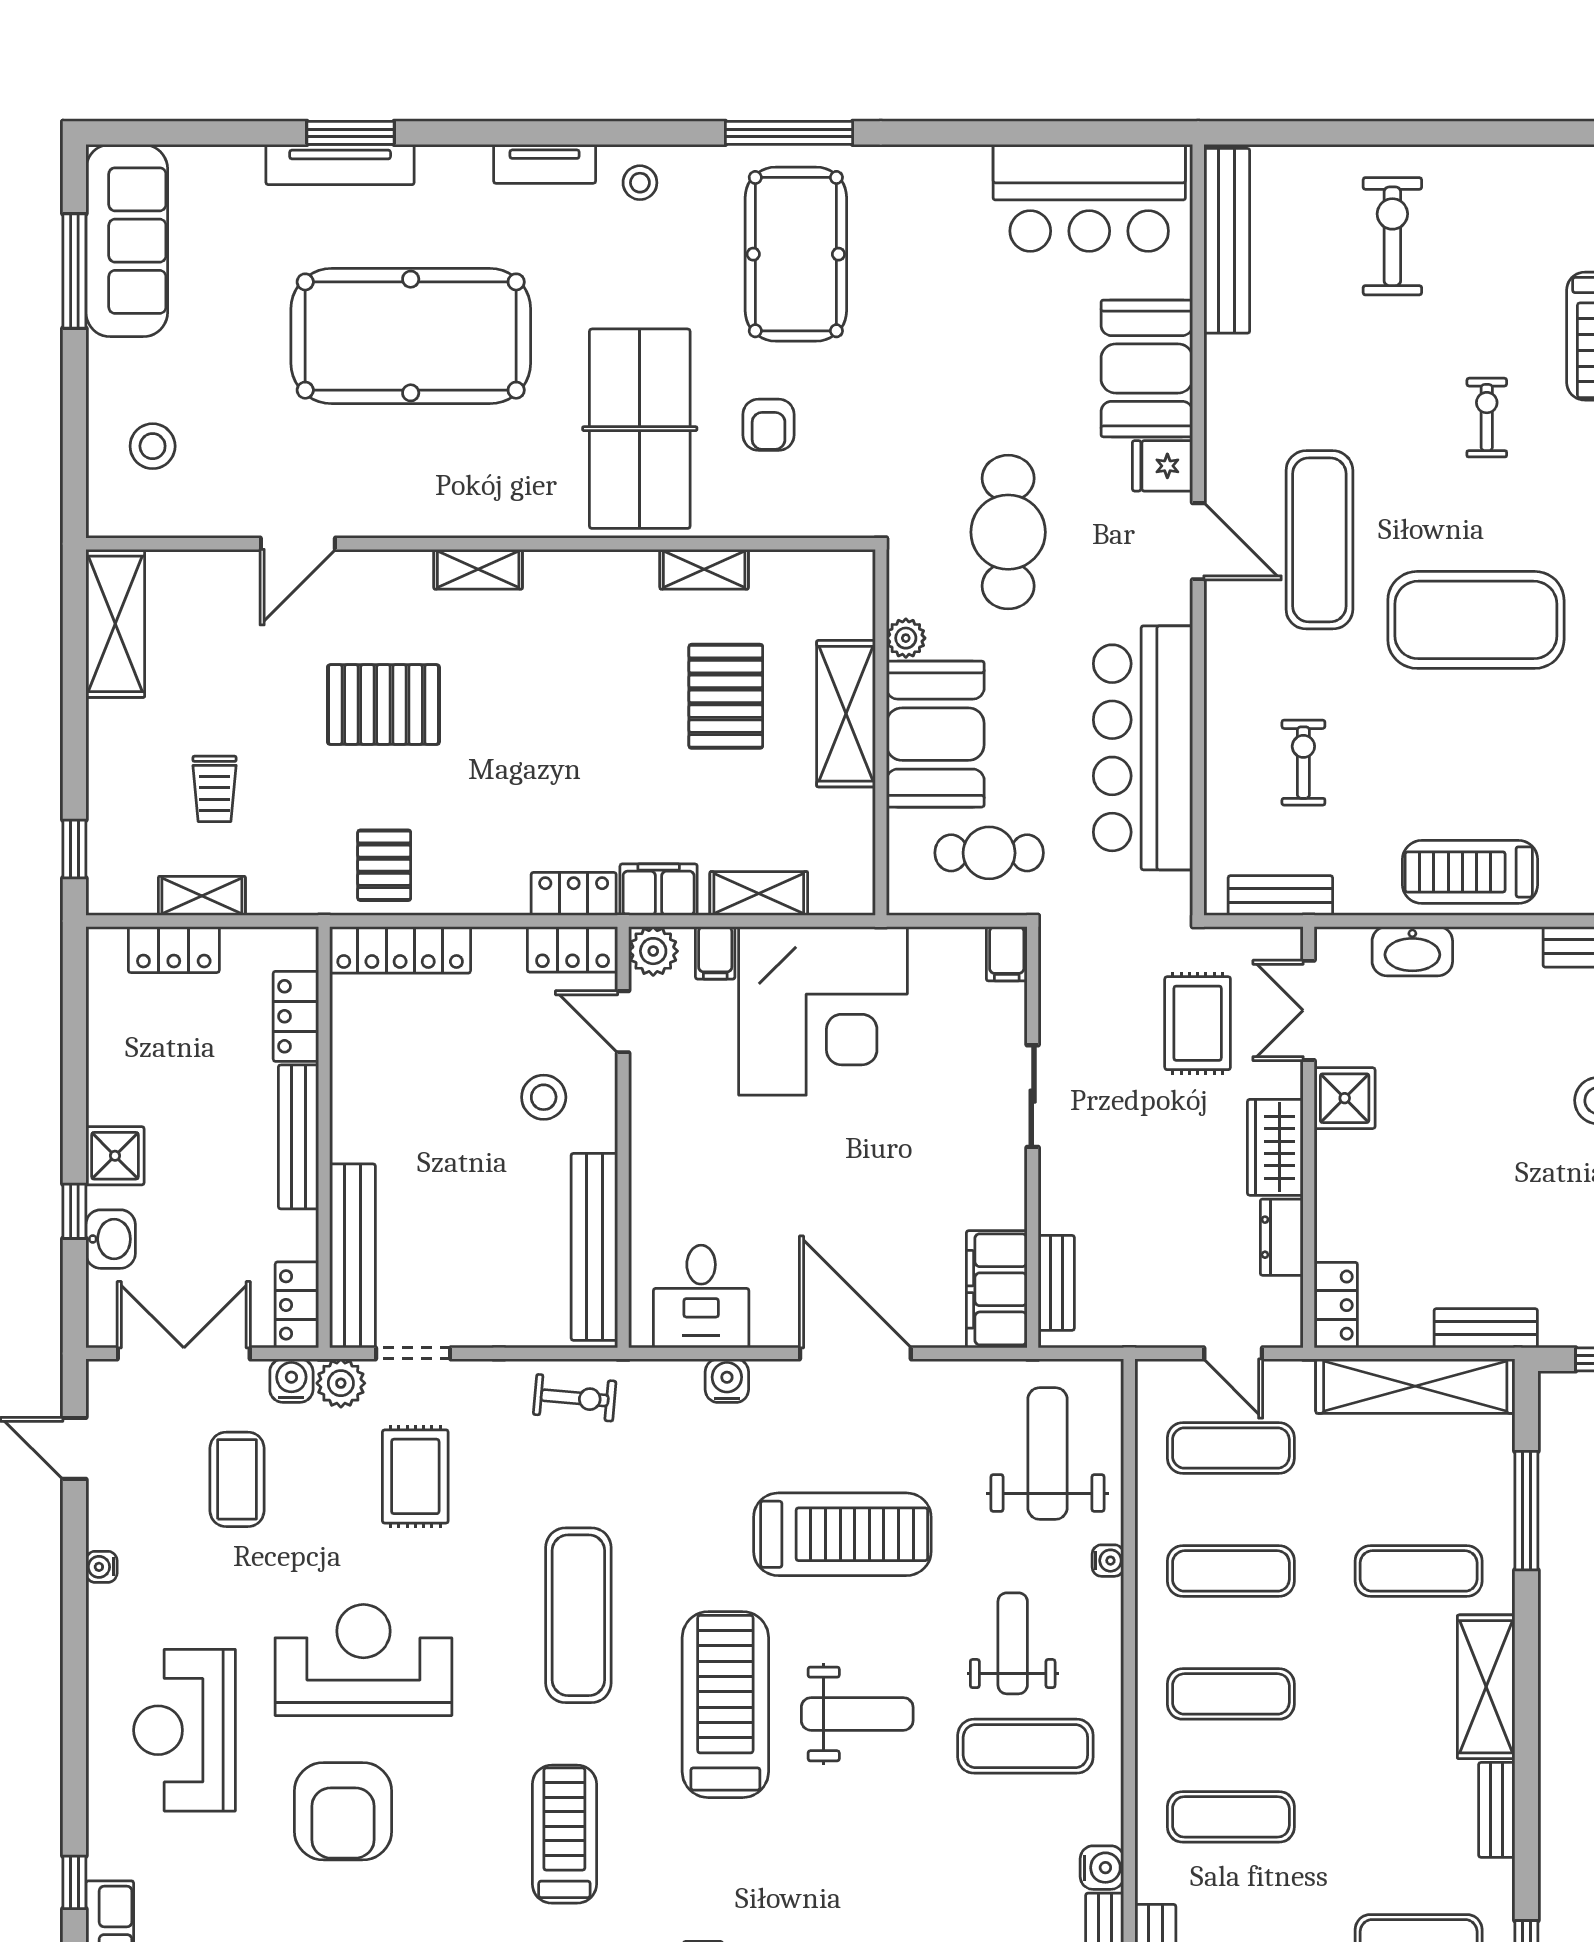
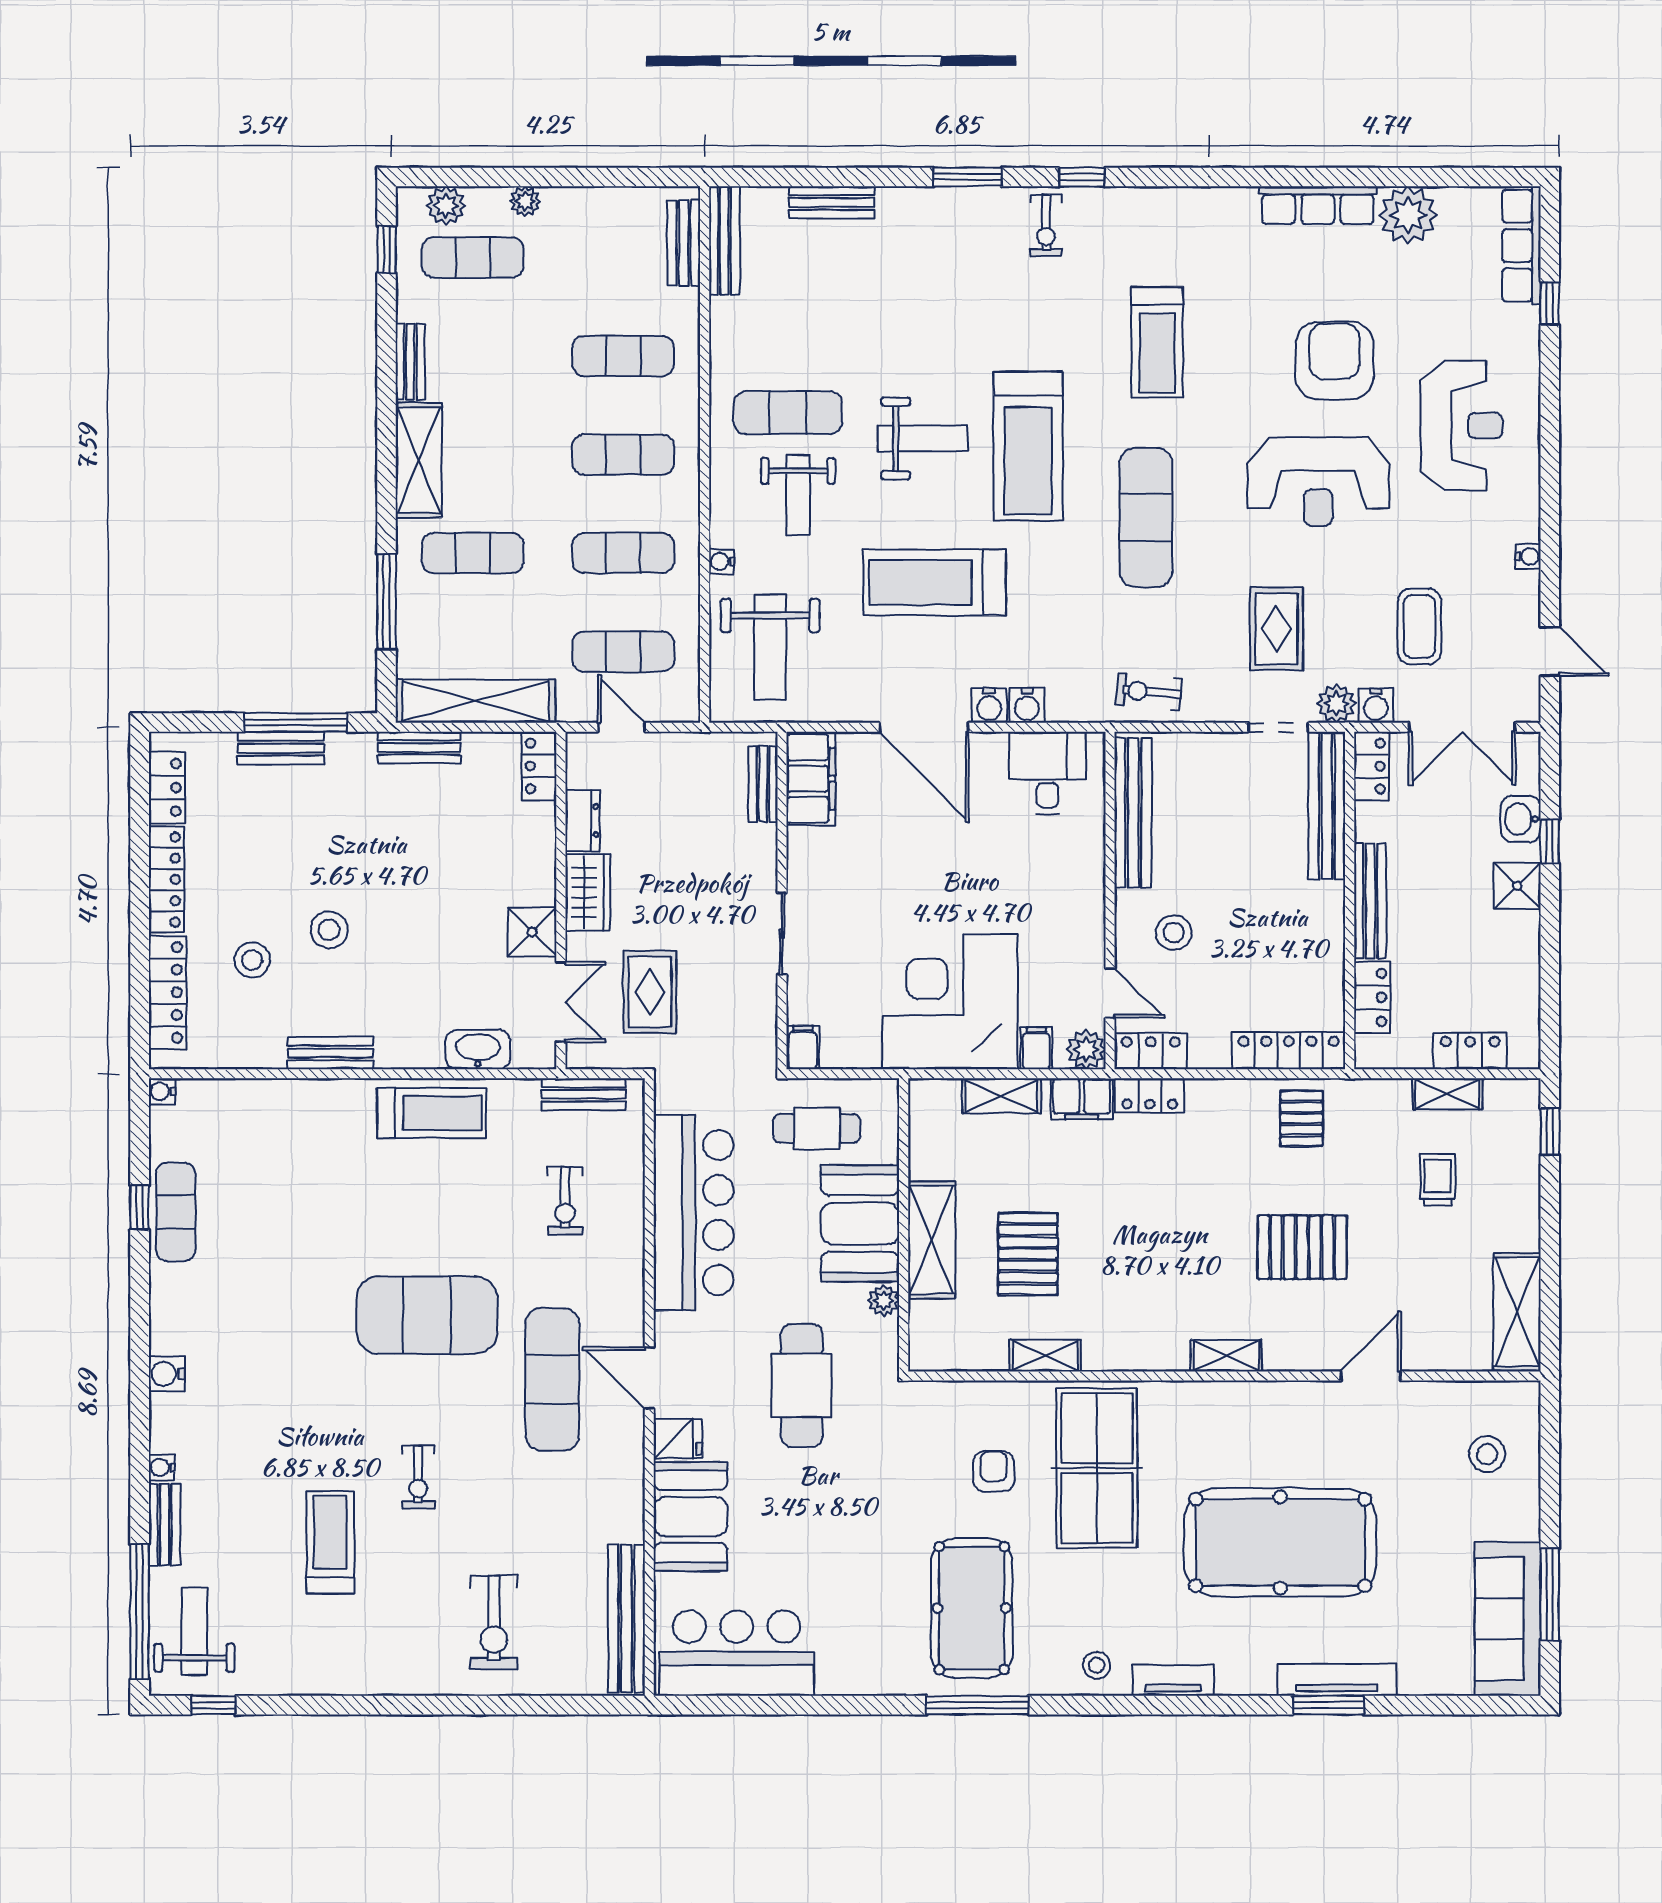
weight bench: (857, 1714) -> (923, 438), turned 180
water cooler: (1102, 1868) -> (989, 705), moved, turned -90

